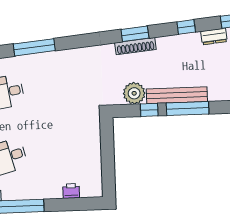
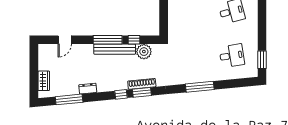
window: (186, 27) -> (121, 94), moved
window: (34, 47) -> (200, 87), moved

